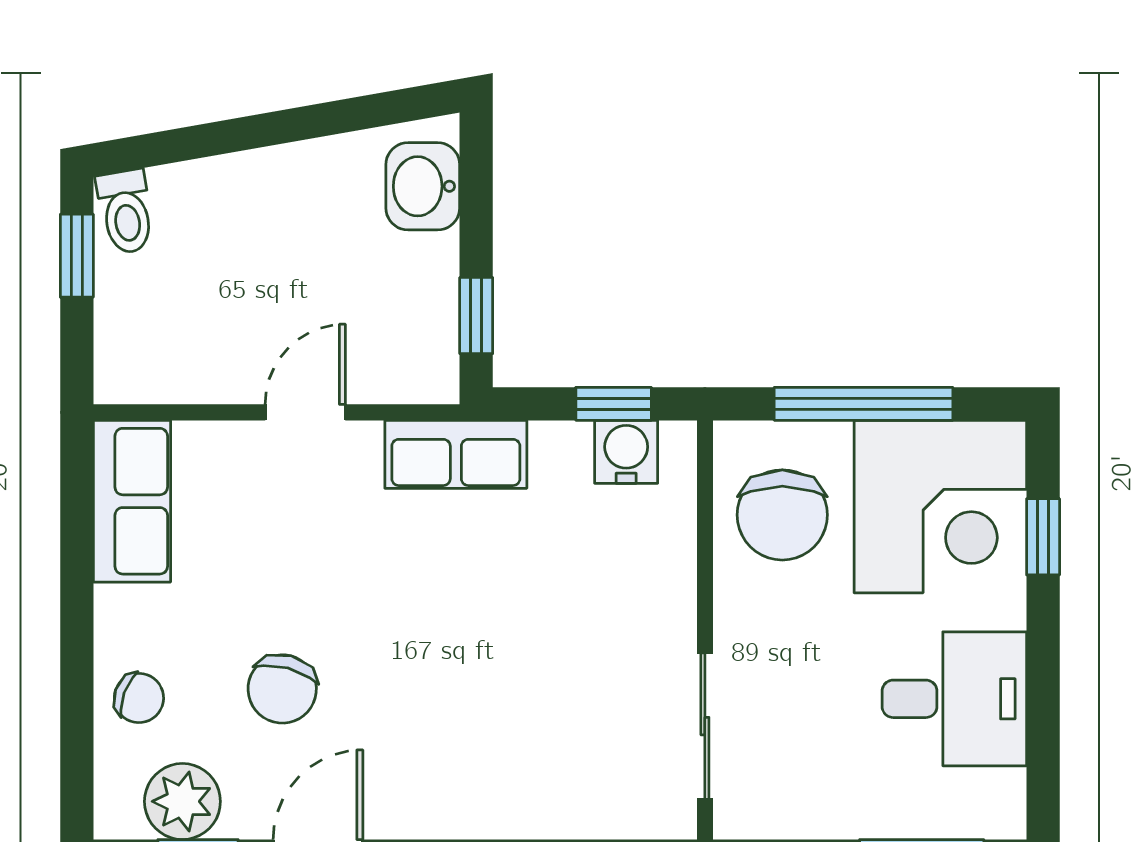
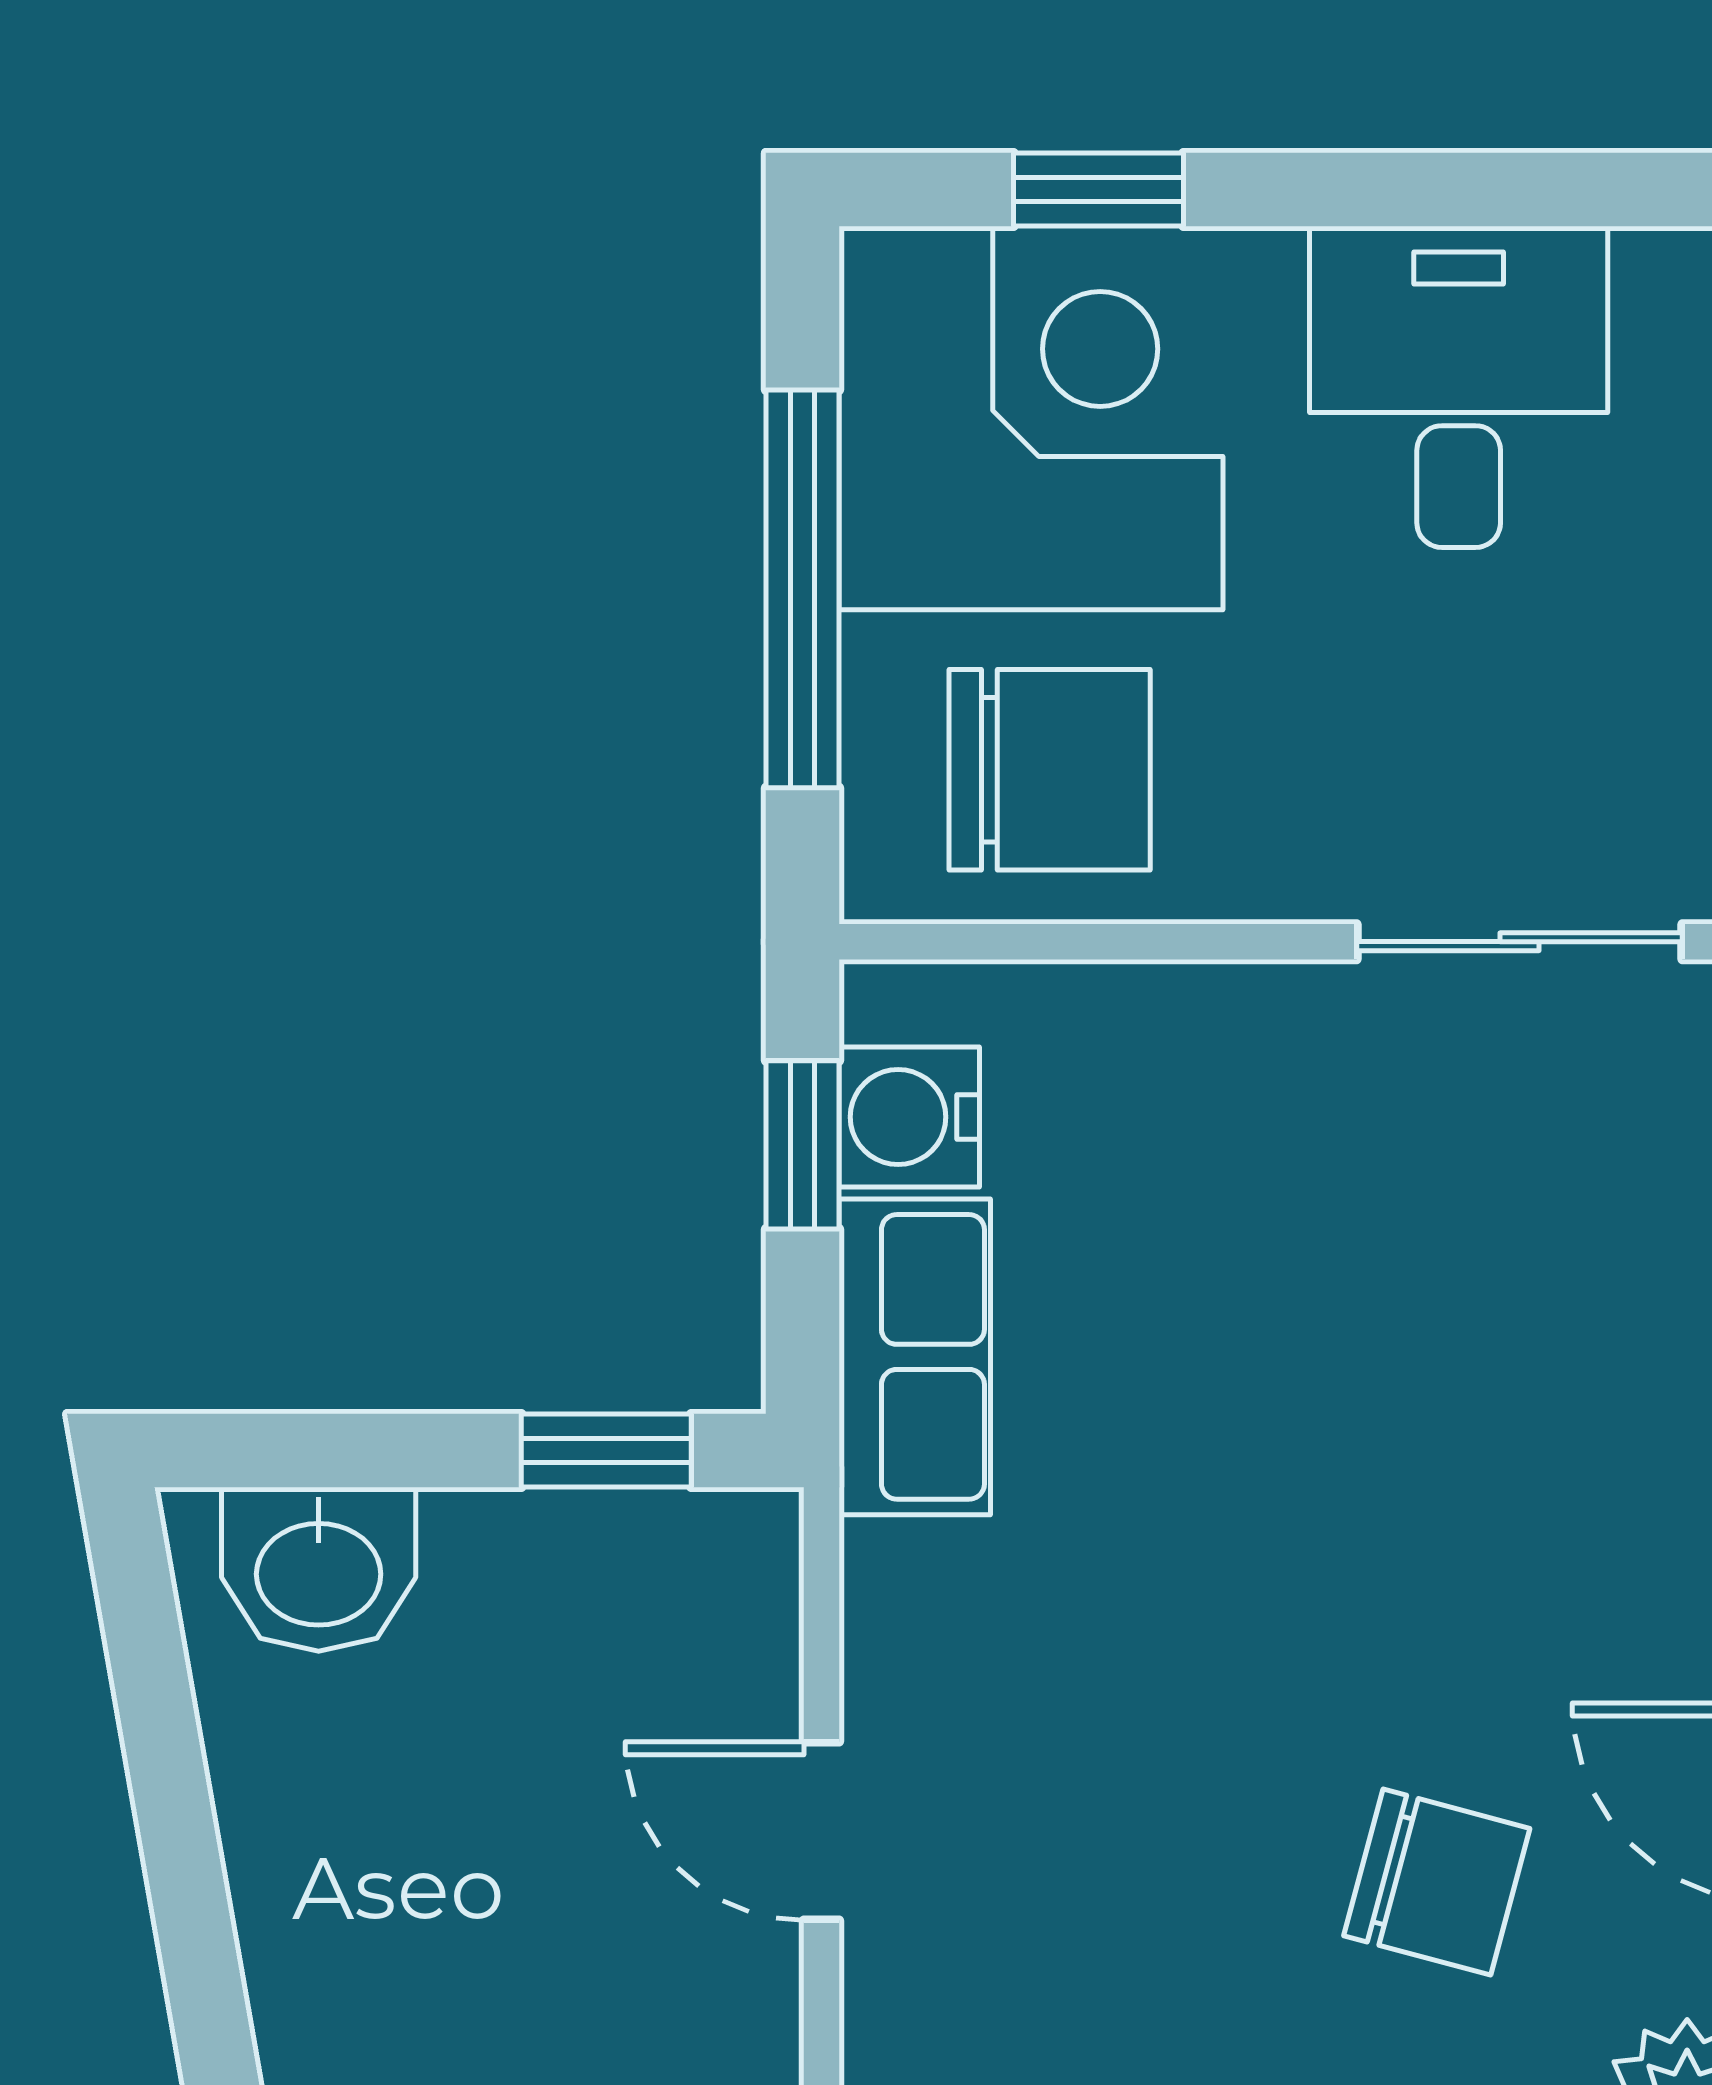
row of seats: (456, 454) -> (915, 1357), moved

